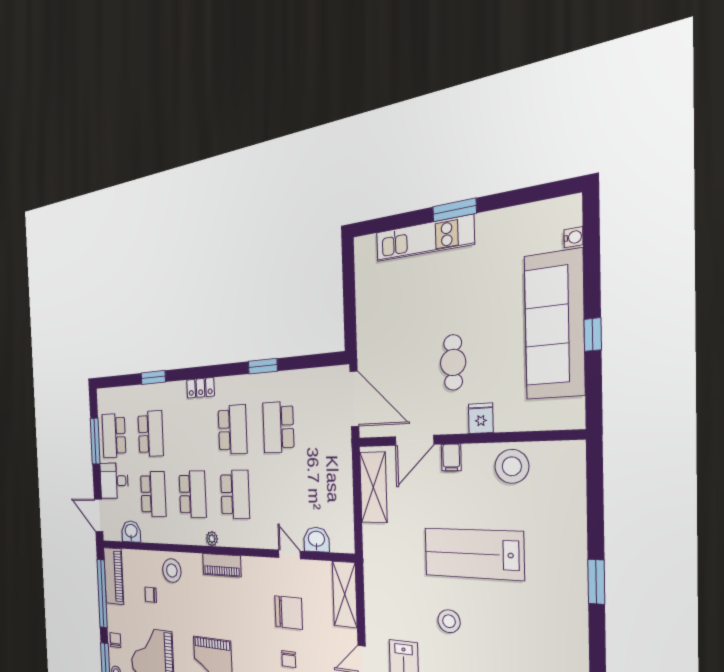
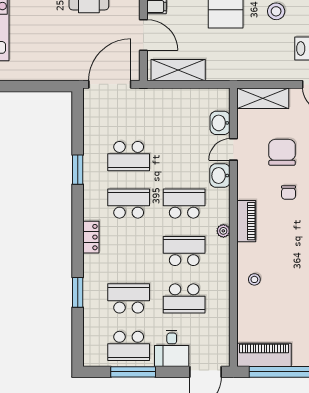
school desk: (153, 494) -> (184, 298), turned 180
washbasin: (131, 531) -> (220, 176), moved
stool: (172, 571) -> (254, 279), width x0.53, depth x0.53
chair: (151, 595) -> (289, 192), moved

